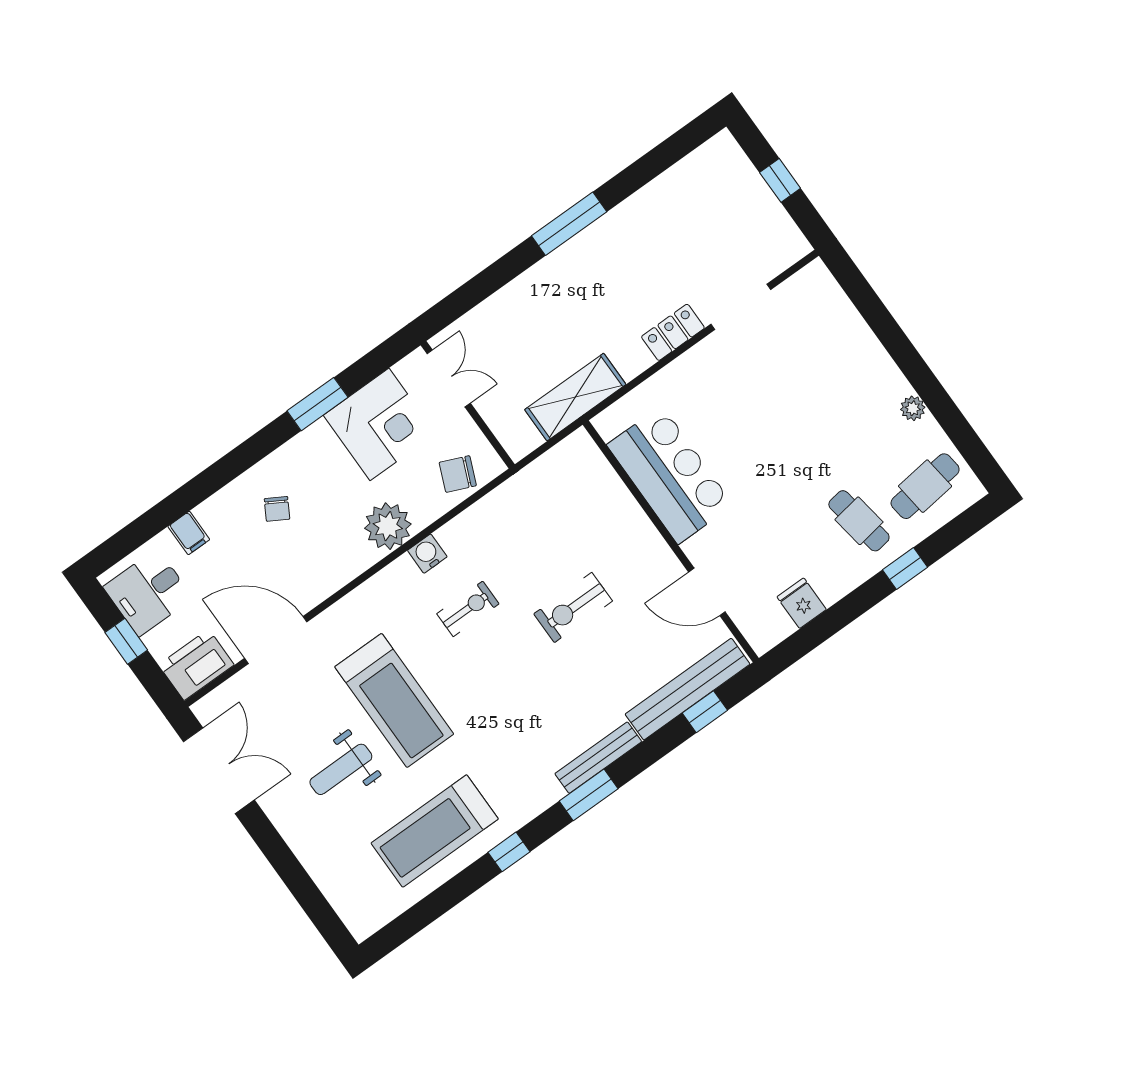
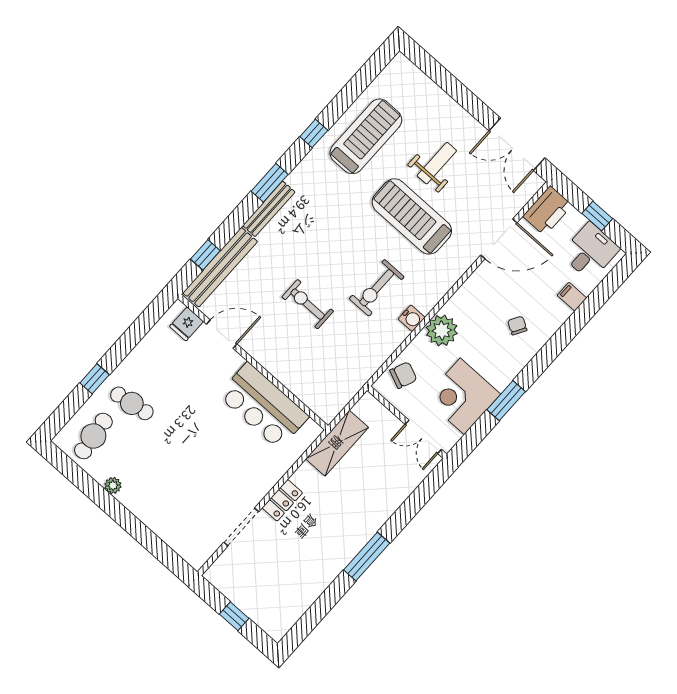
fridge: (802, 603) -> (187, 324), moved, turned 90
exercise bike: (573, 608) -> (308, 304), turned -90
exercise bike: (468, 609) -> (377, 288), width x1.38, depth x1.39

